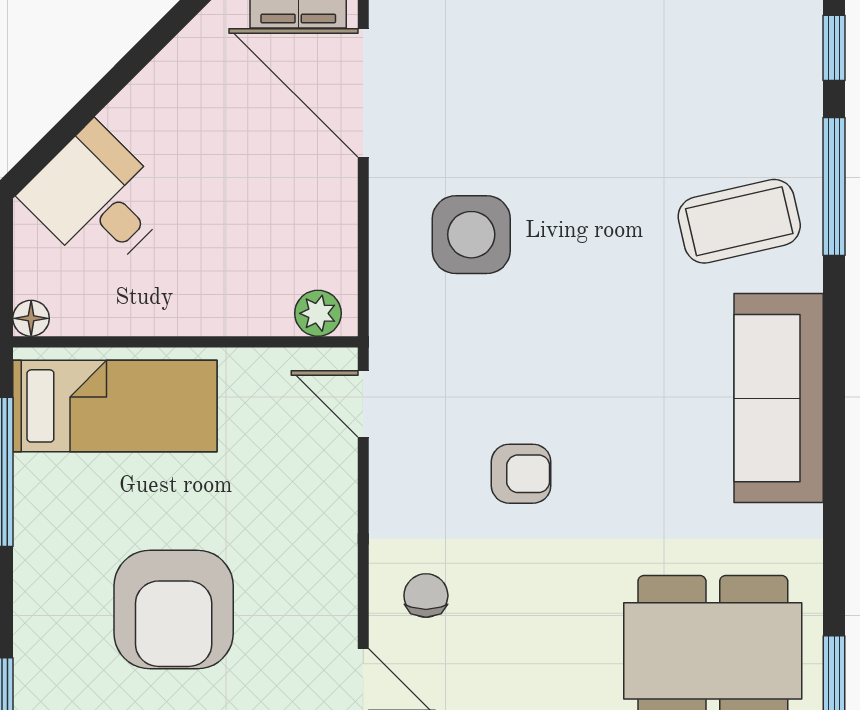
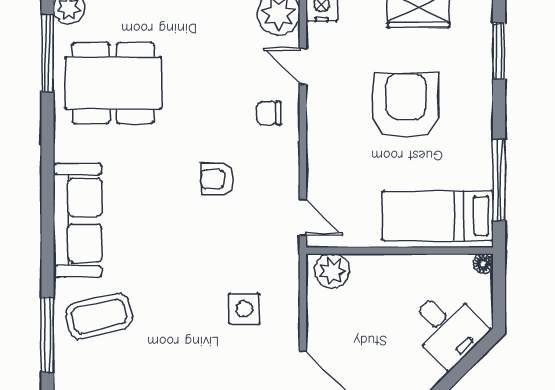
side table: (471, 235) -> (244, 309), width x0.73, depth x0.73
plant: (318, 313) -> (332, 271), width x1.38, depth x1.38
chair: (426, 596) -> (269, 113), turned 90

